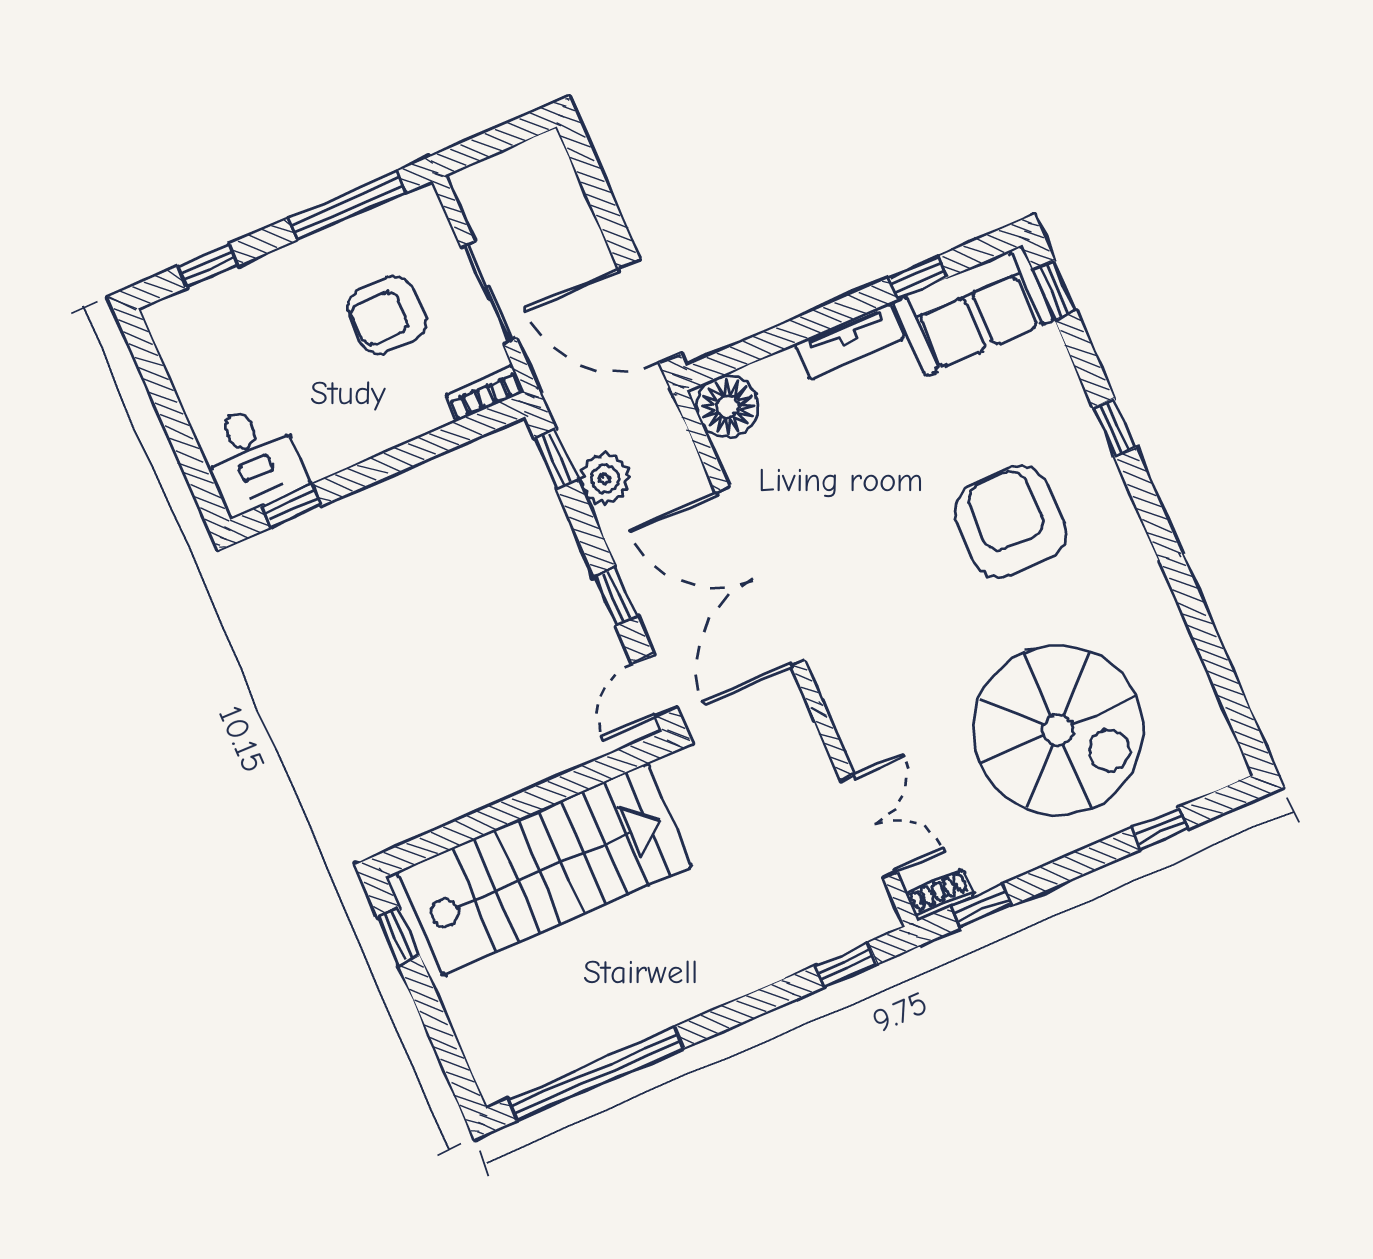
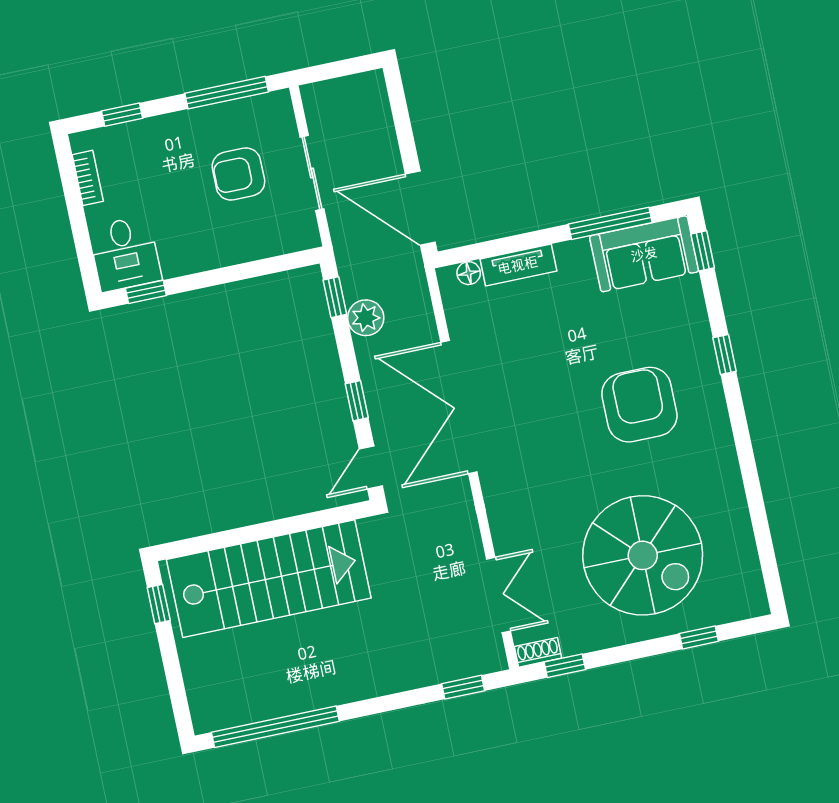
window: (918, 278) -> (610, 223), width x2.17
tv unit: (850, 341) -> (518, 265), moved
bookcase: (484, 393) -> (88, 178), moved, turned 90
floor lamp: (728, 406) -> (469, 273), width x0.53, depth x0.53

